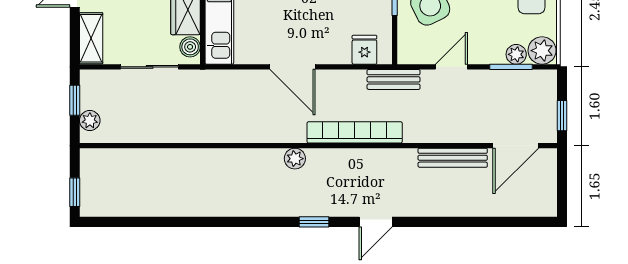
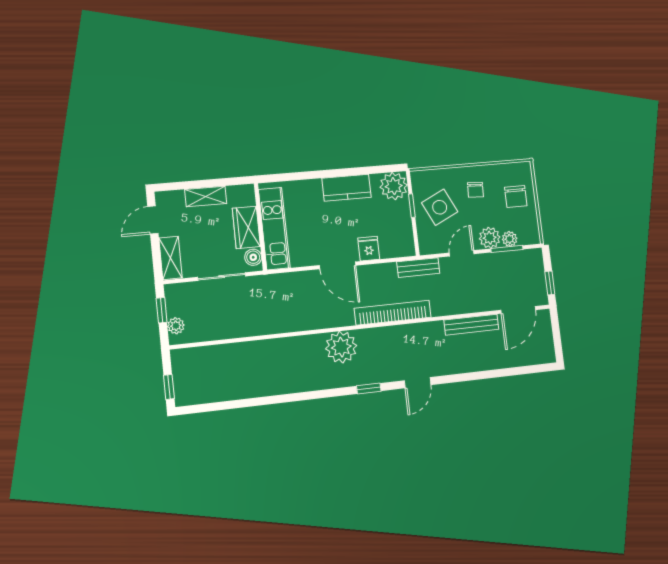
fridge: (364, 50) -> (369, 249), moved
plant: (542, 51) -> (490, 238), moved
plant: (295, 159) -> (341, 347), width x1.87, depth x1.87

